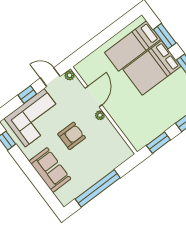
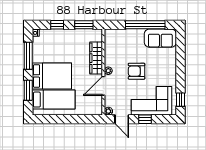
wardrobe: (121, 119) -> (96, 58), added
sofa: (50, 170) -> (160, 38), moved, turned -90

